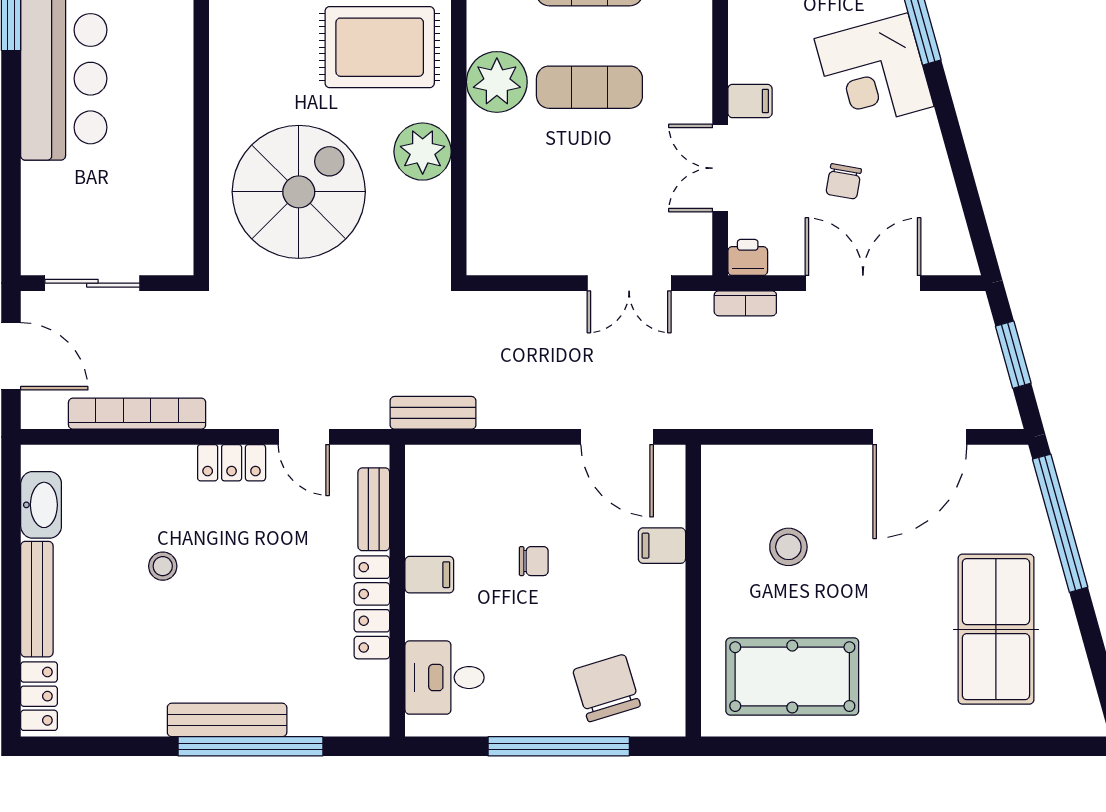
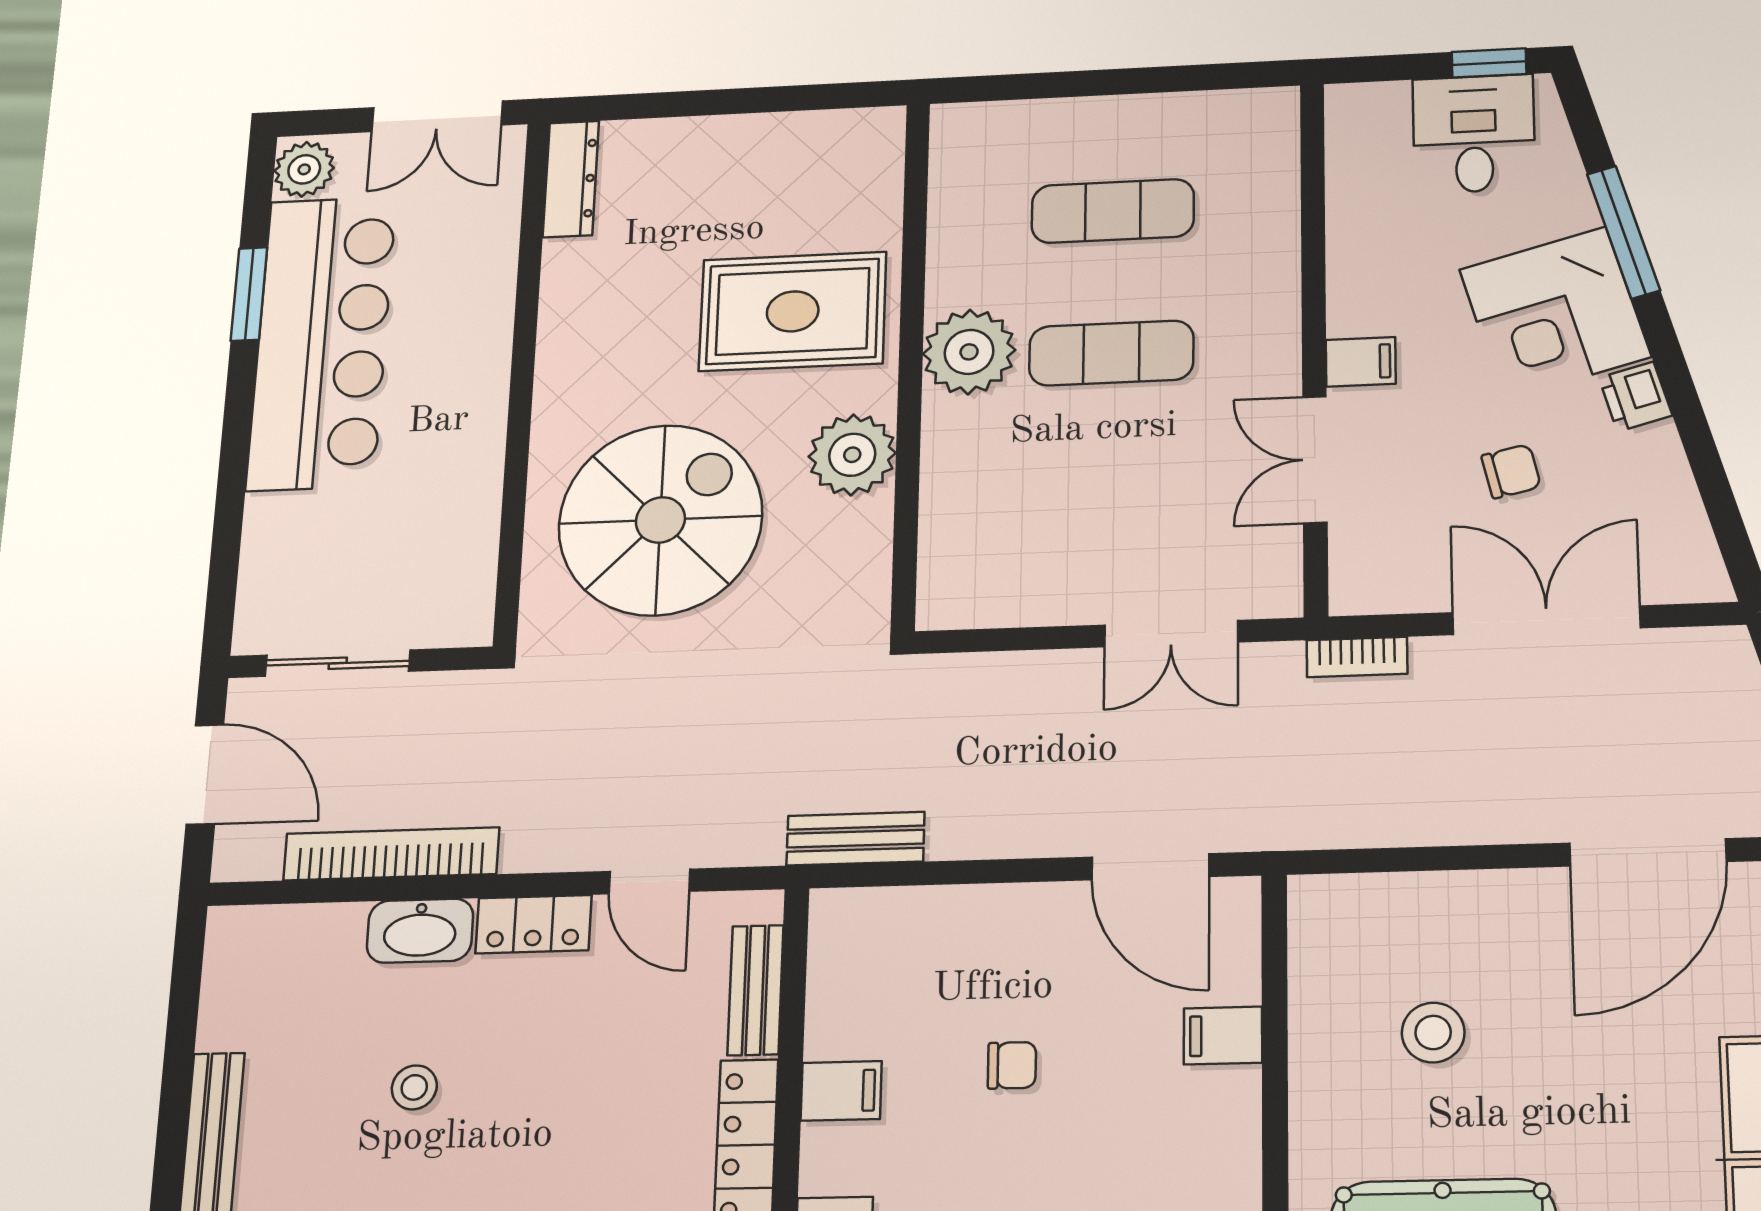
chair: (844, 181) -> (1511, 471), turned -113
printer: (748, 257) -> (1635, 397), moved, turned -106
washbasin: (41, 505) -> (420, 931), moved, turned 90

